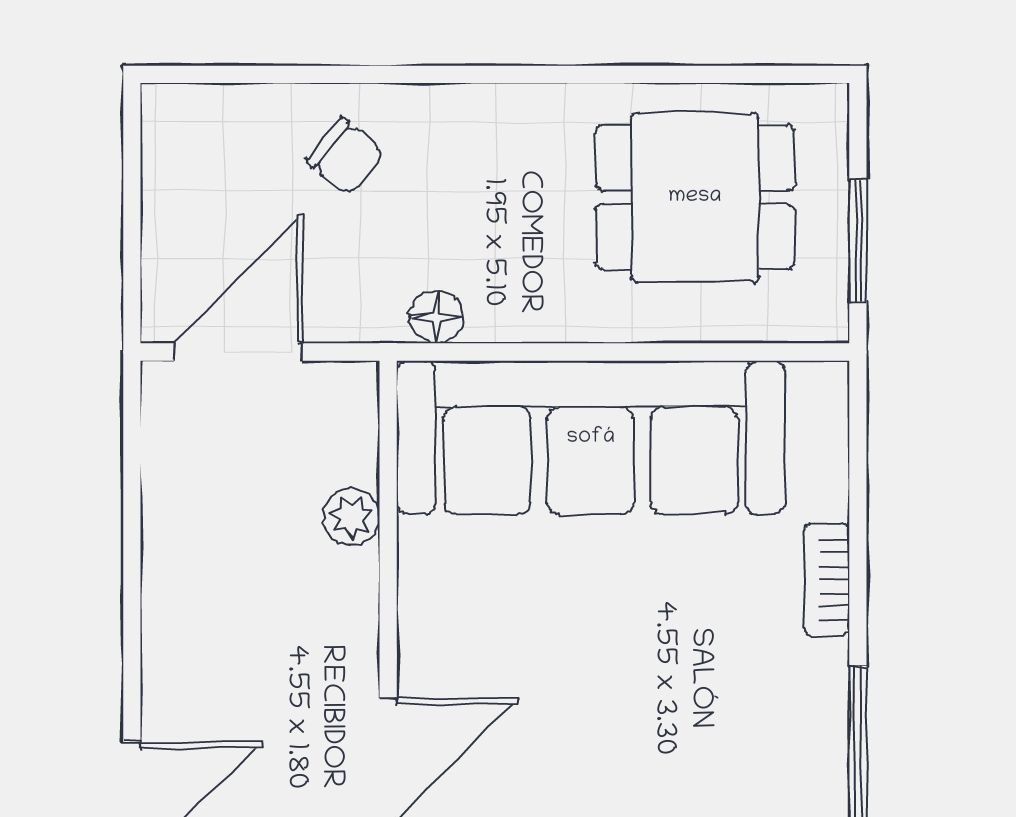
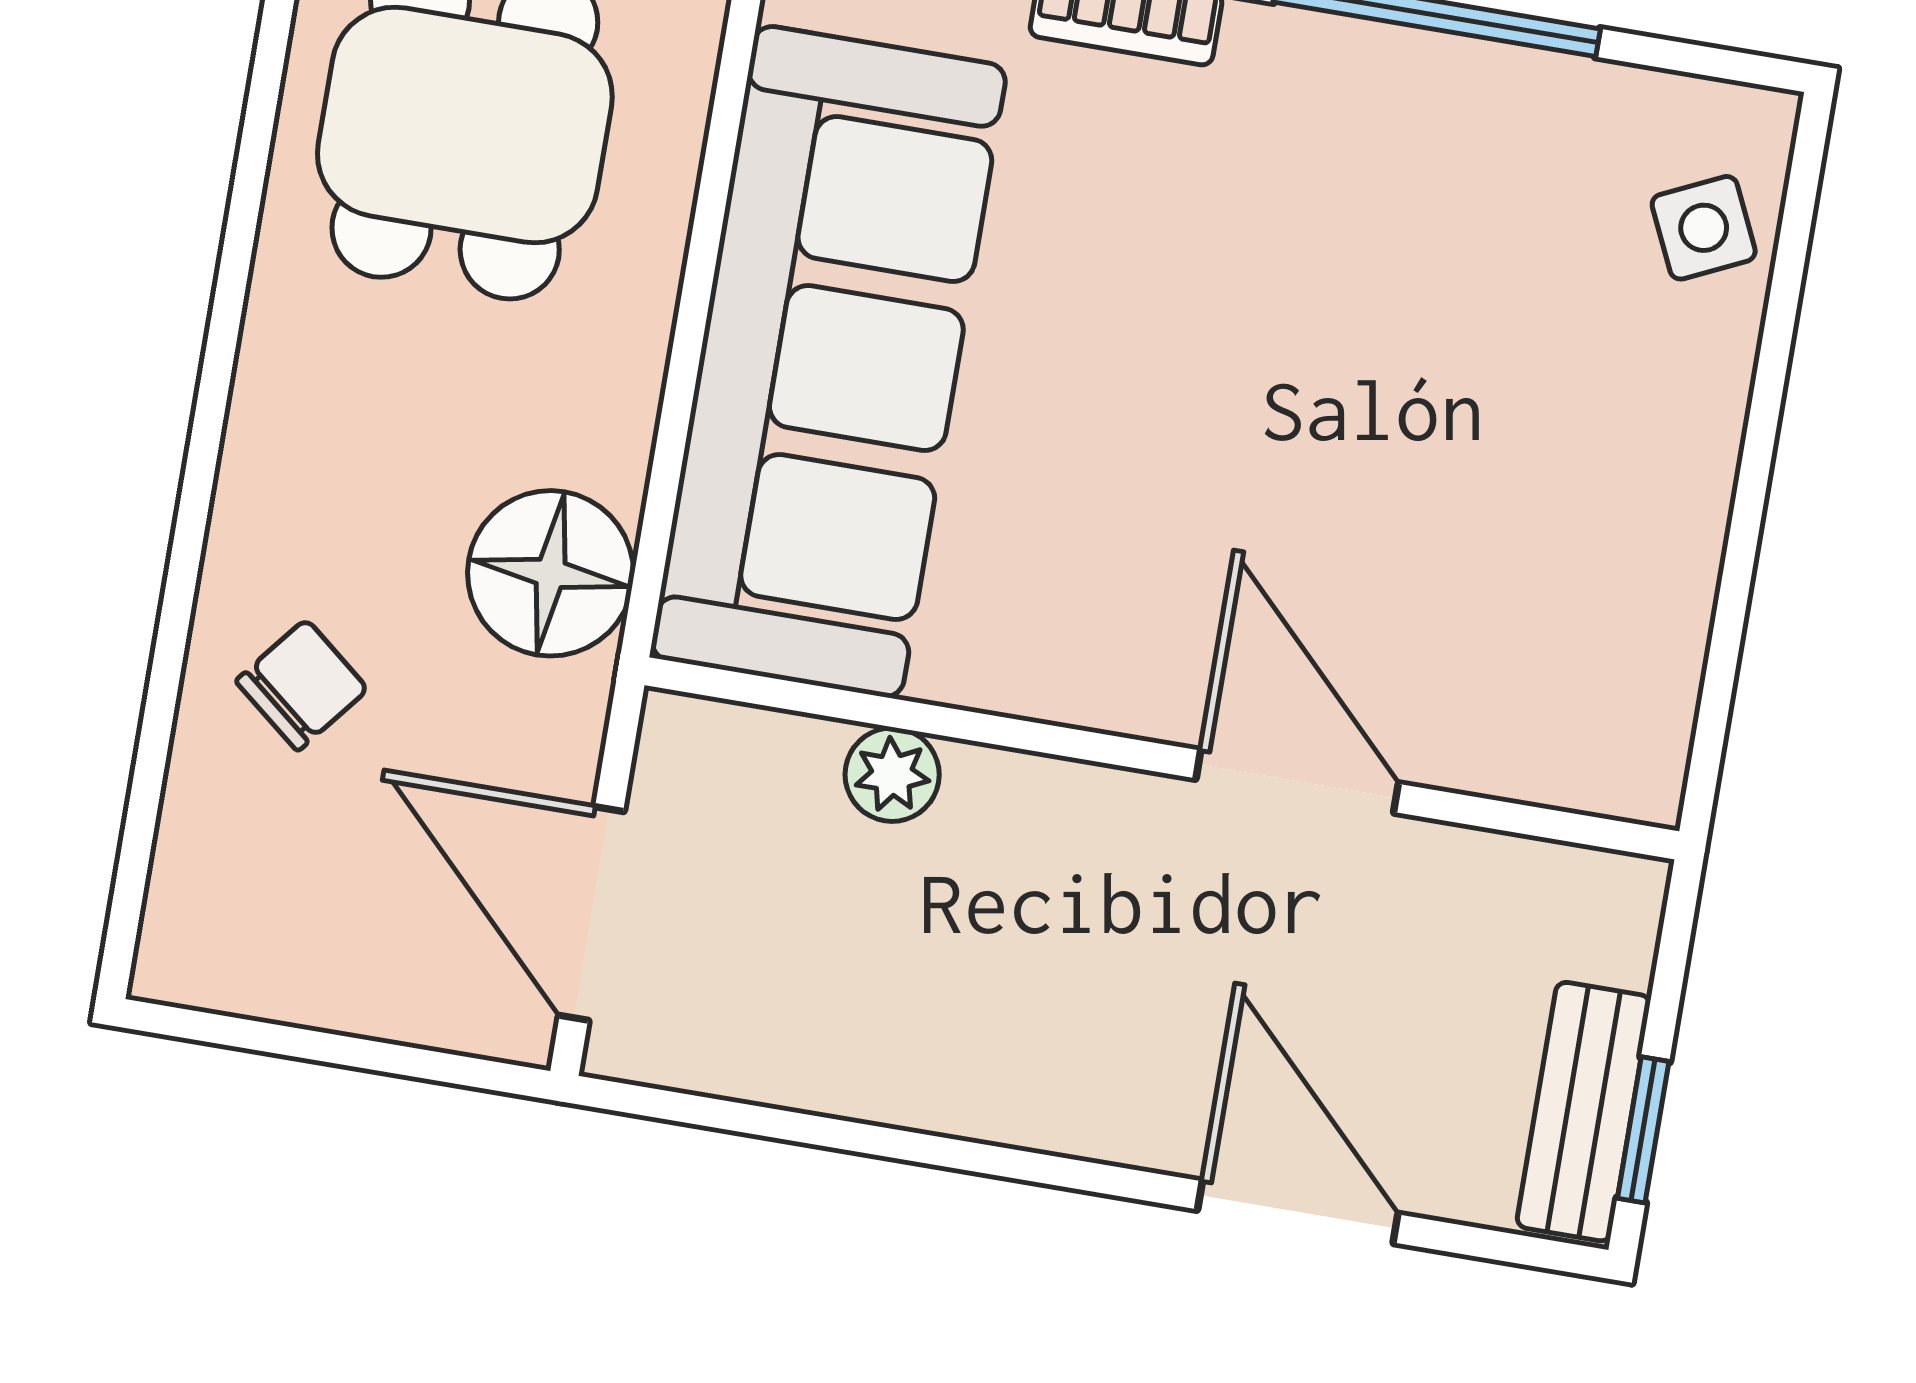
floor lamp: (437, 317) -> (551, 573), width x1.89, depth x1.89

